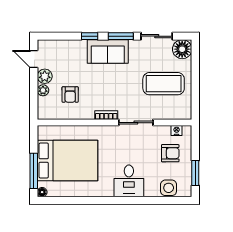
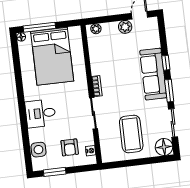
sofa: (108, 51) -> (153, 74), width x1.36
plant: (43, 90) -> (96, 29), moved
armchair: (70, 94) -> (112, 52), removed

